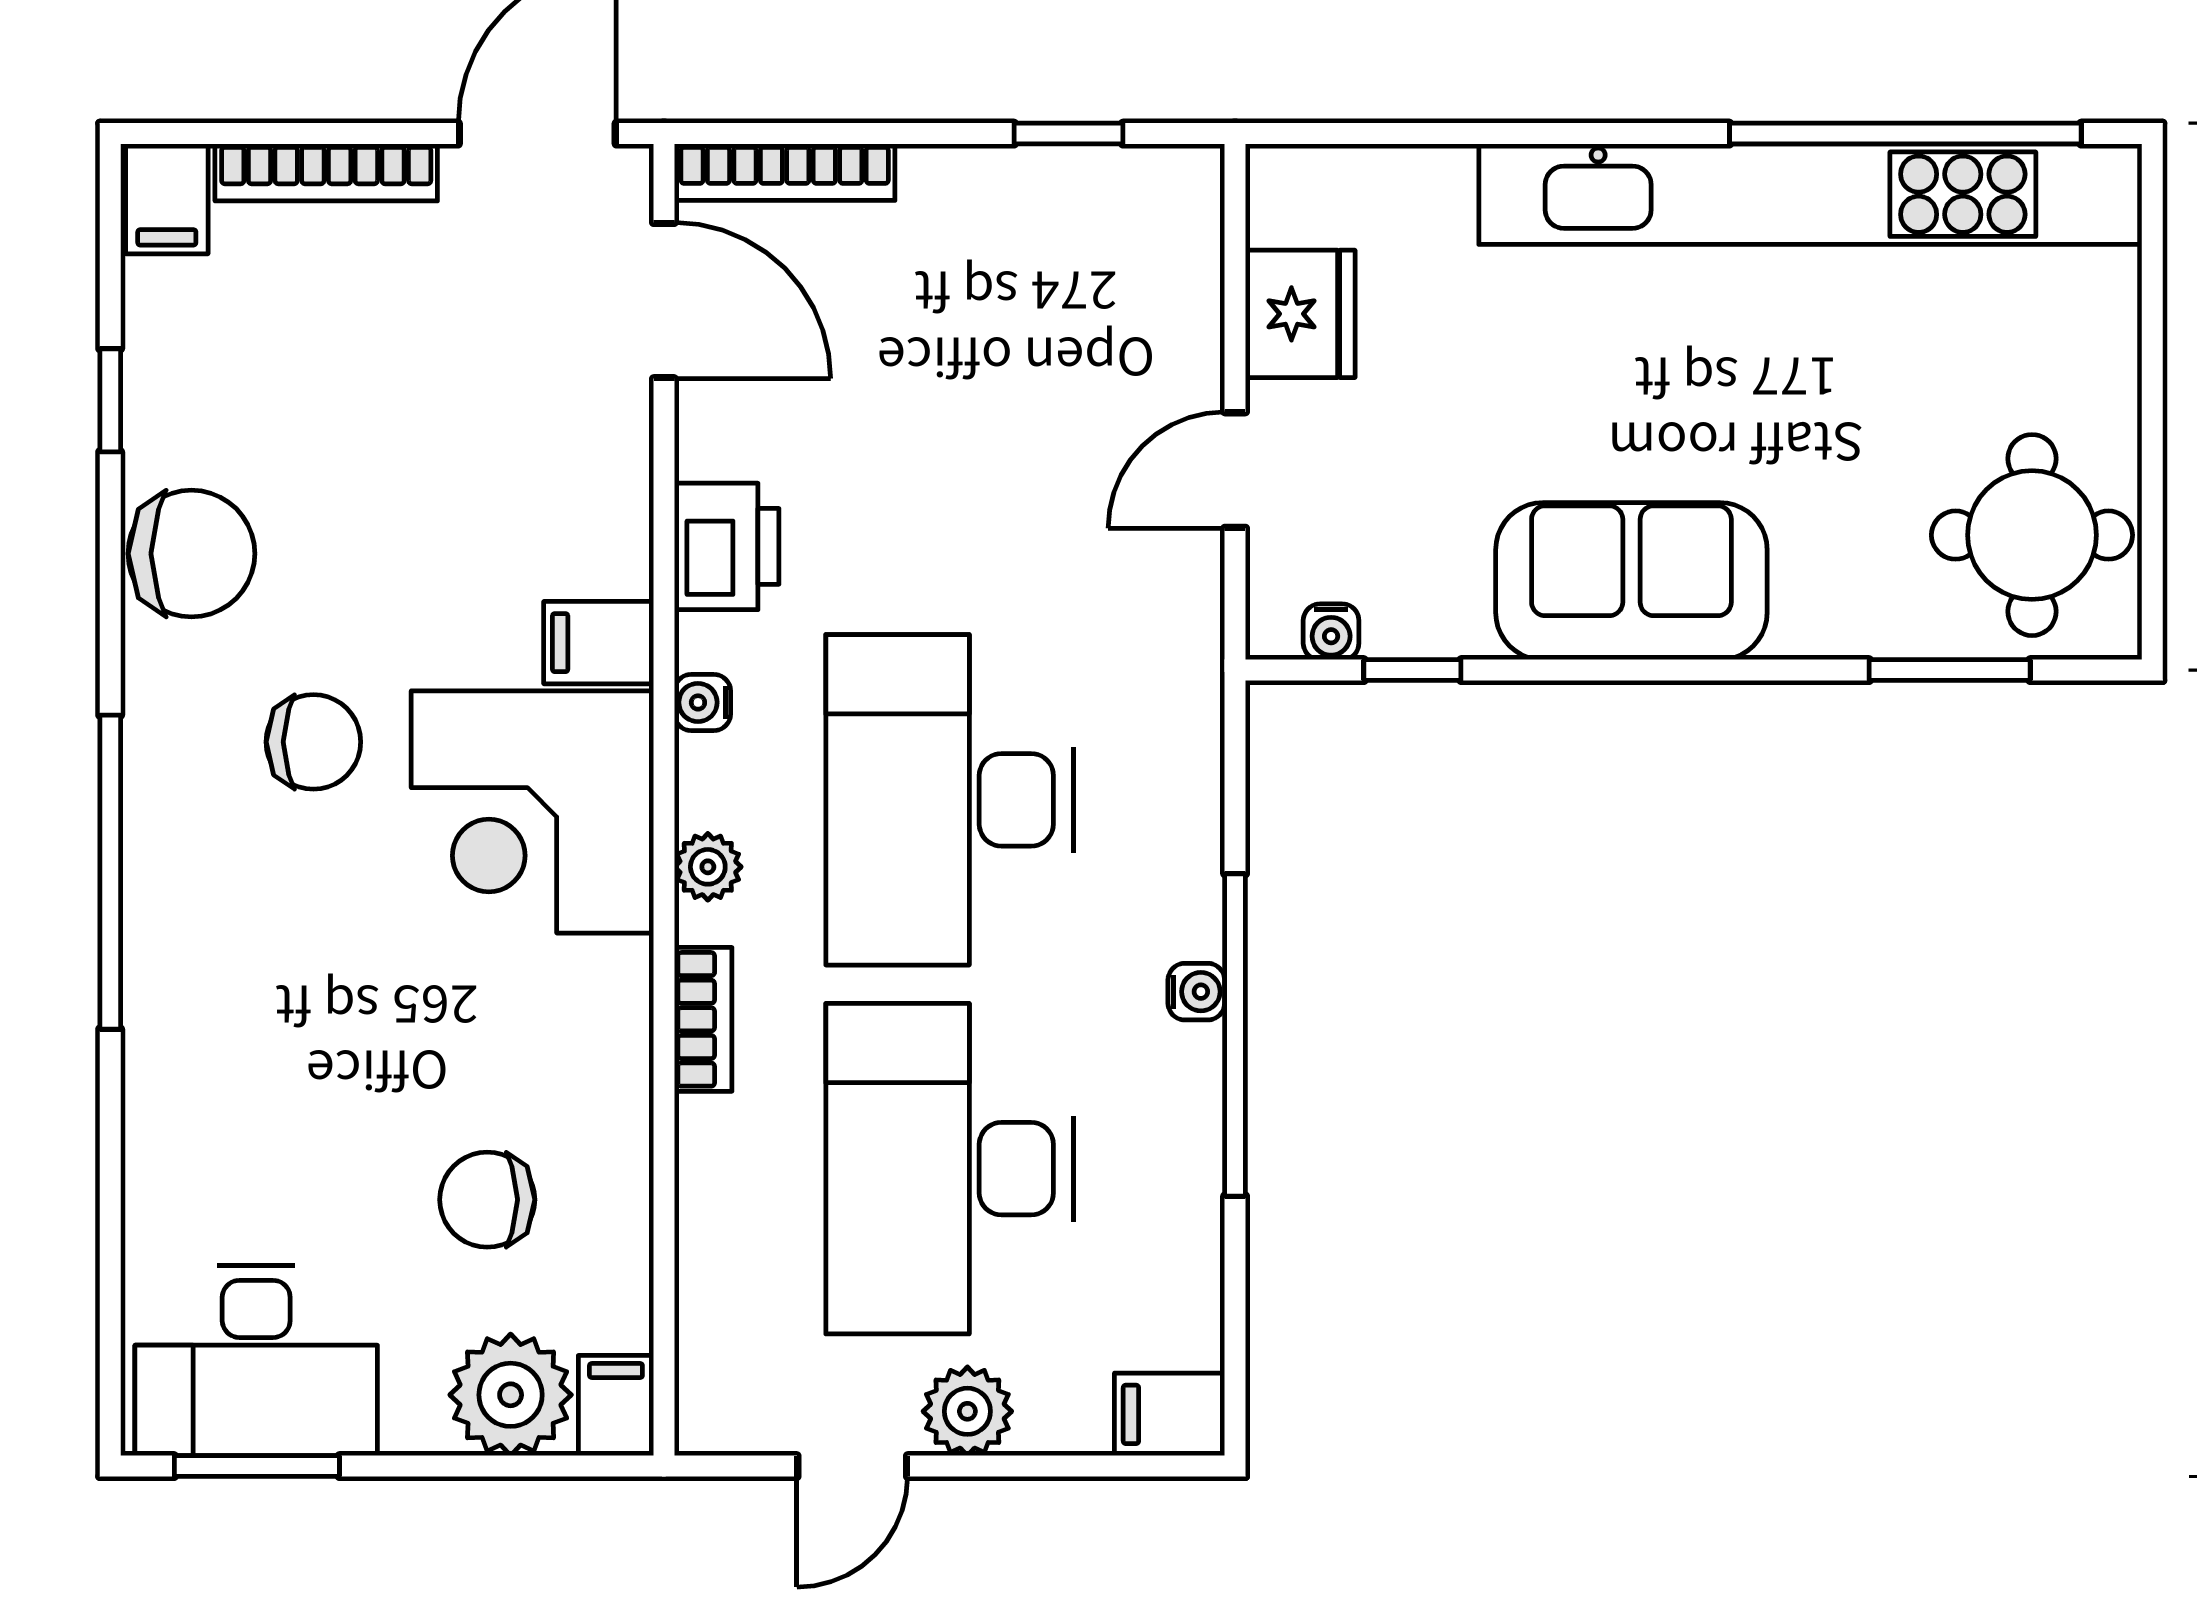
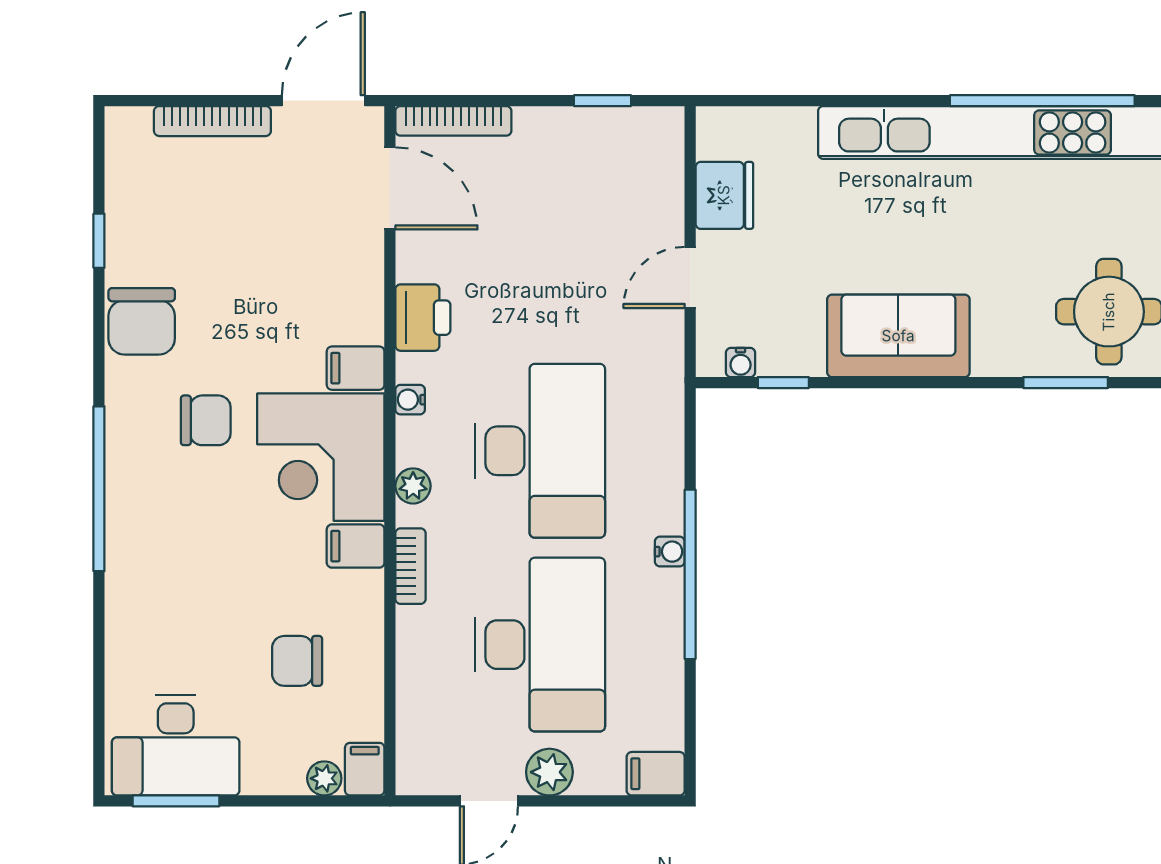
filing cabinet: (167, 199) -> (356, 546), moved, turned 90
chair: (191, 554) -> (142, 321), turned 90
desk: (949, 800) -> (540, 451), turned 180
desk: (949, 1169) -> (540, 645), turned 180
plant: (511, 1395) -> (324, 778), width x0.53, depth x0.53

